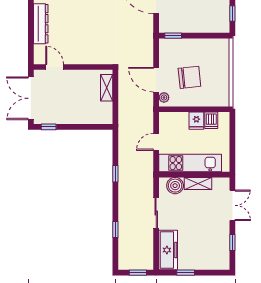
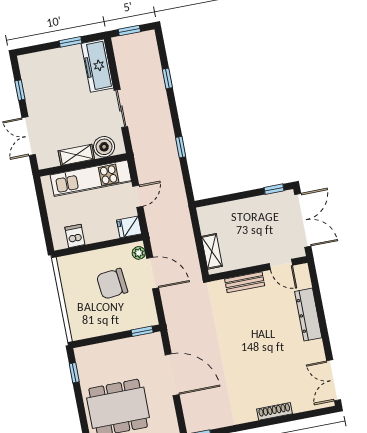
bench: (86, 59) -> (245, 282), added
fridge: (196, 121) -> (129, 227), moved, turned -90

